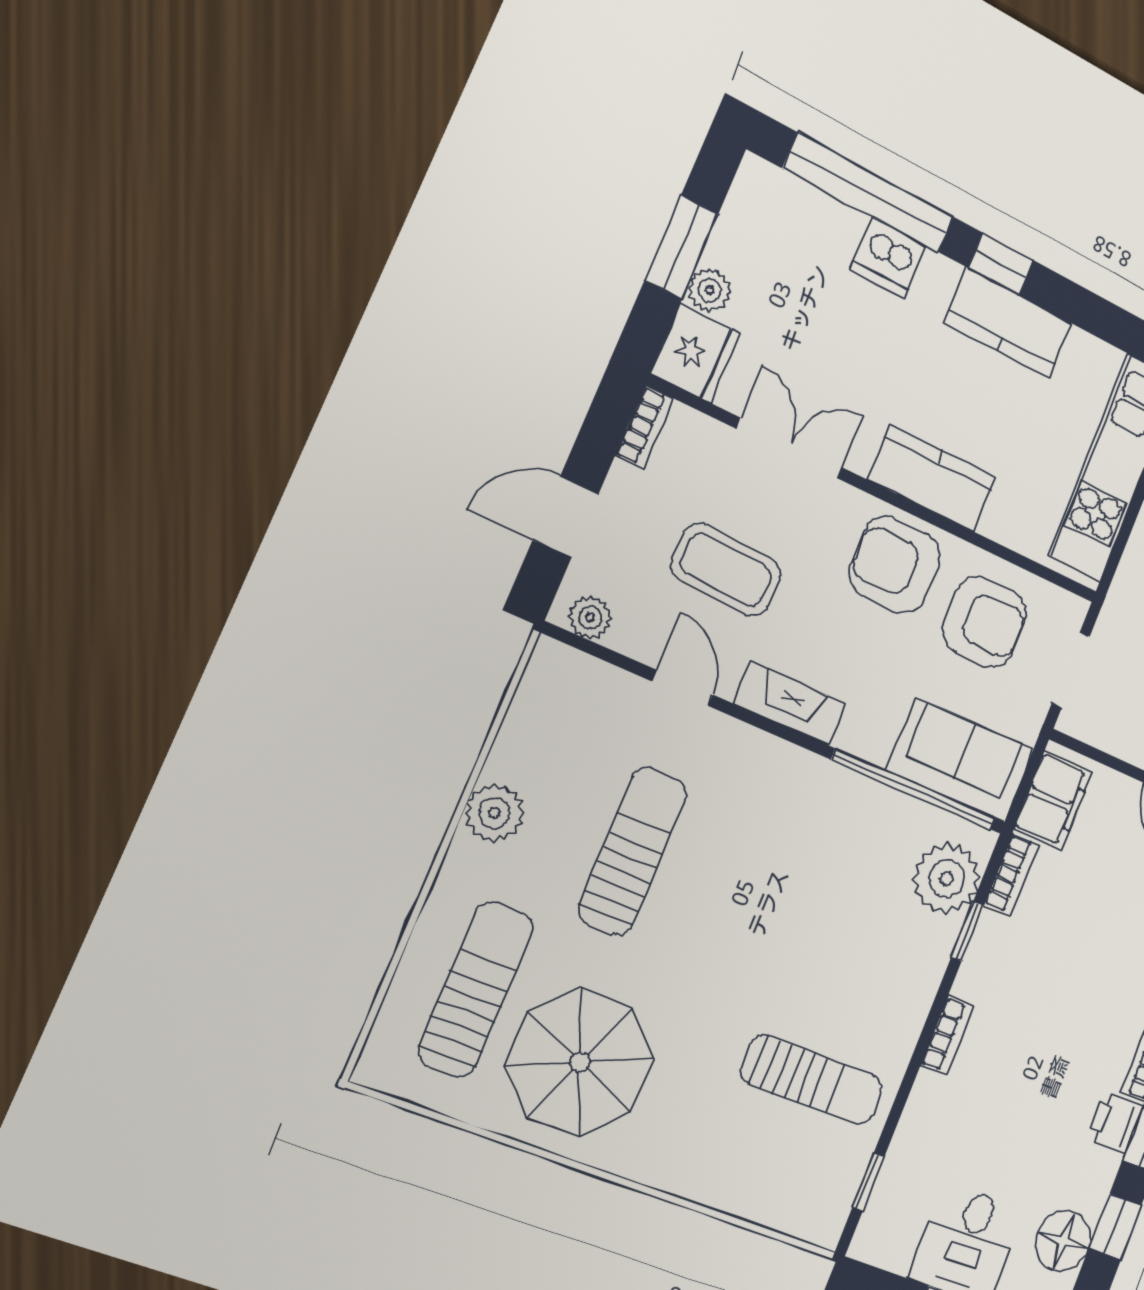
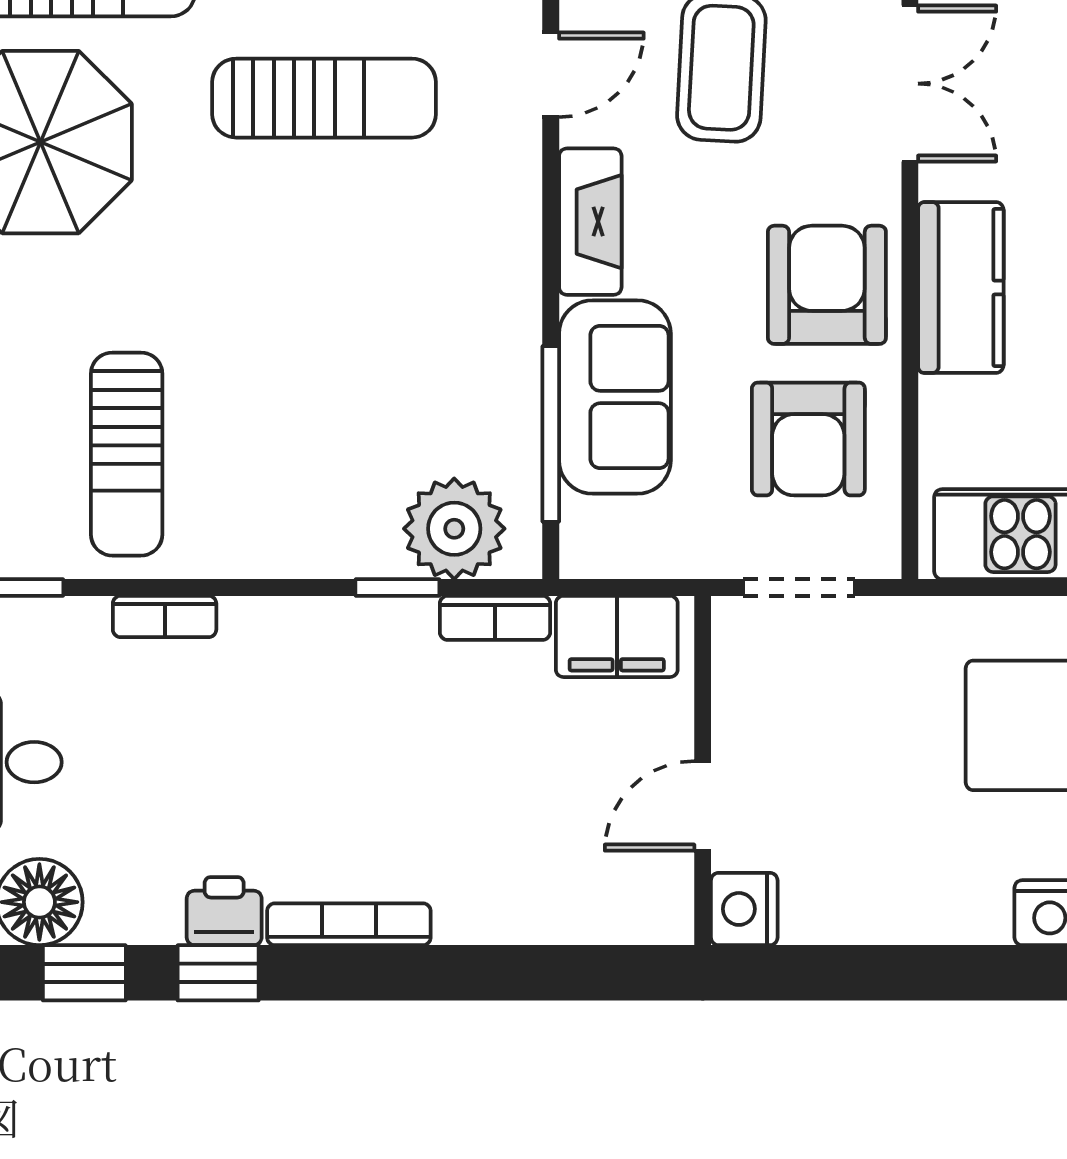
sofa: (961, 760) -> (615, 397), moved
window: (914, 789) -> (551, 434), width x0.68
bookcase: (947, 1035) -> (165, 616), moved

